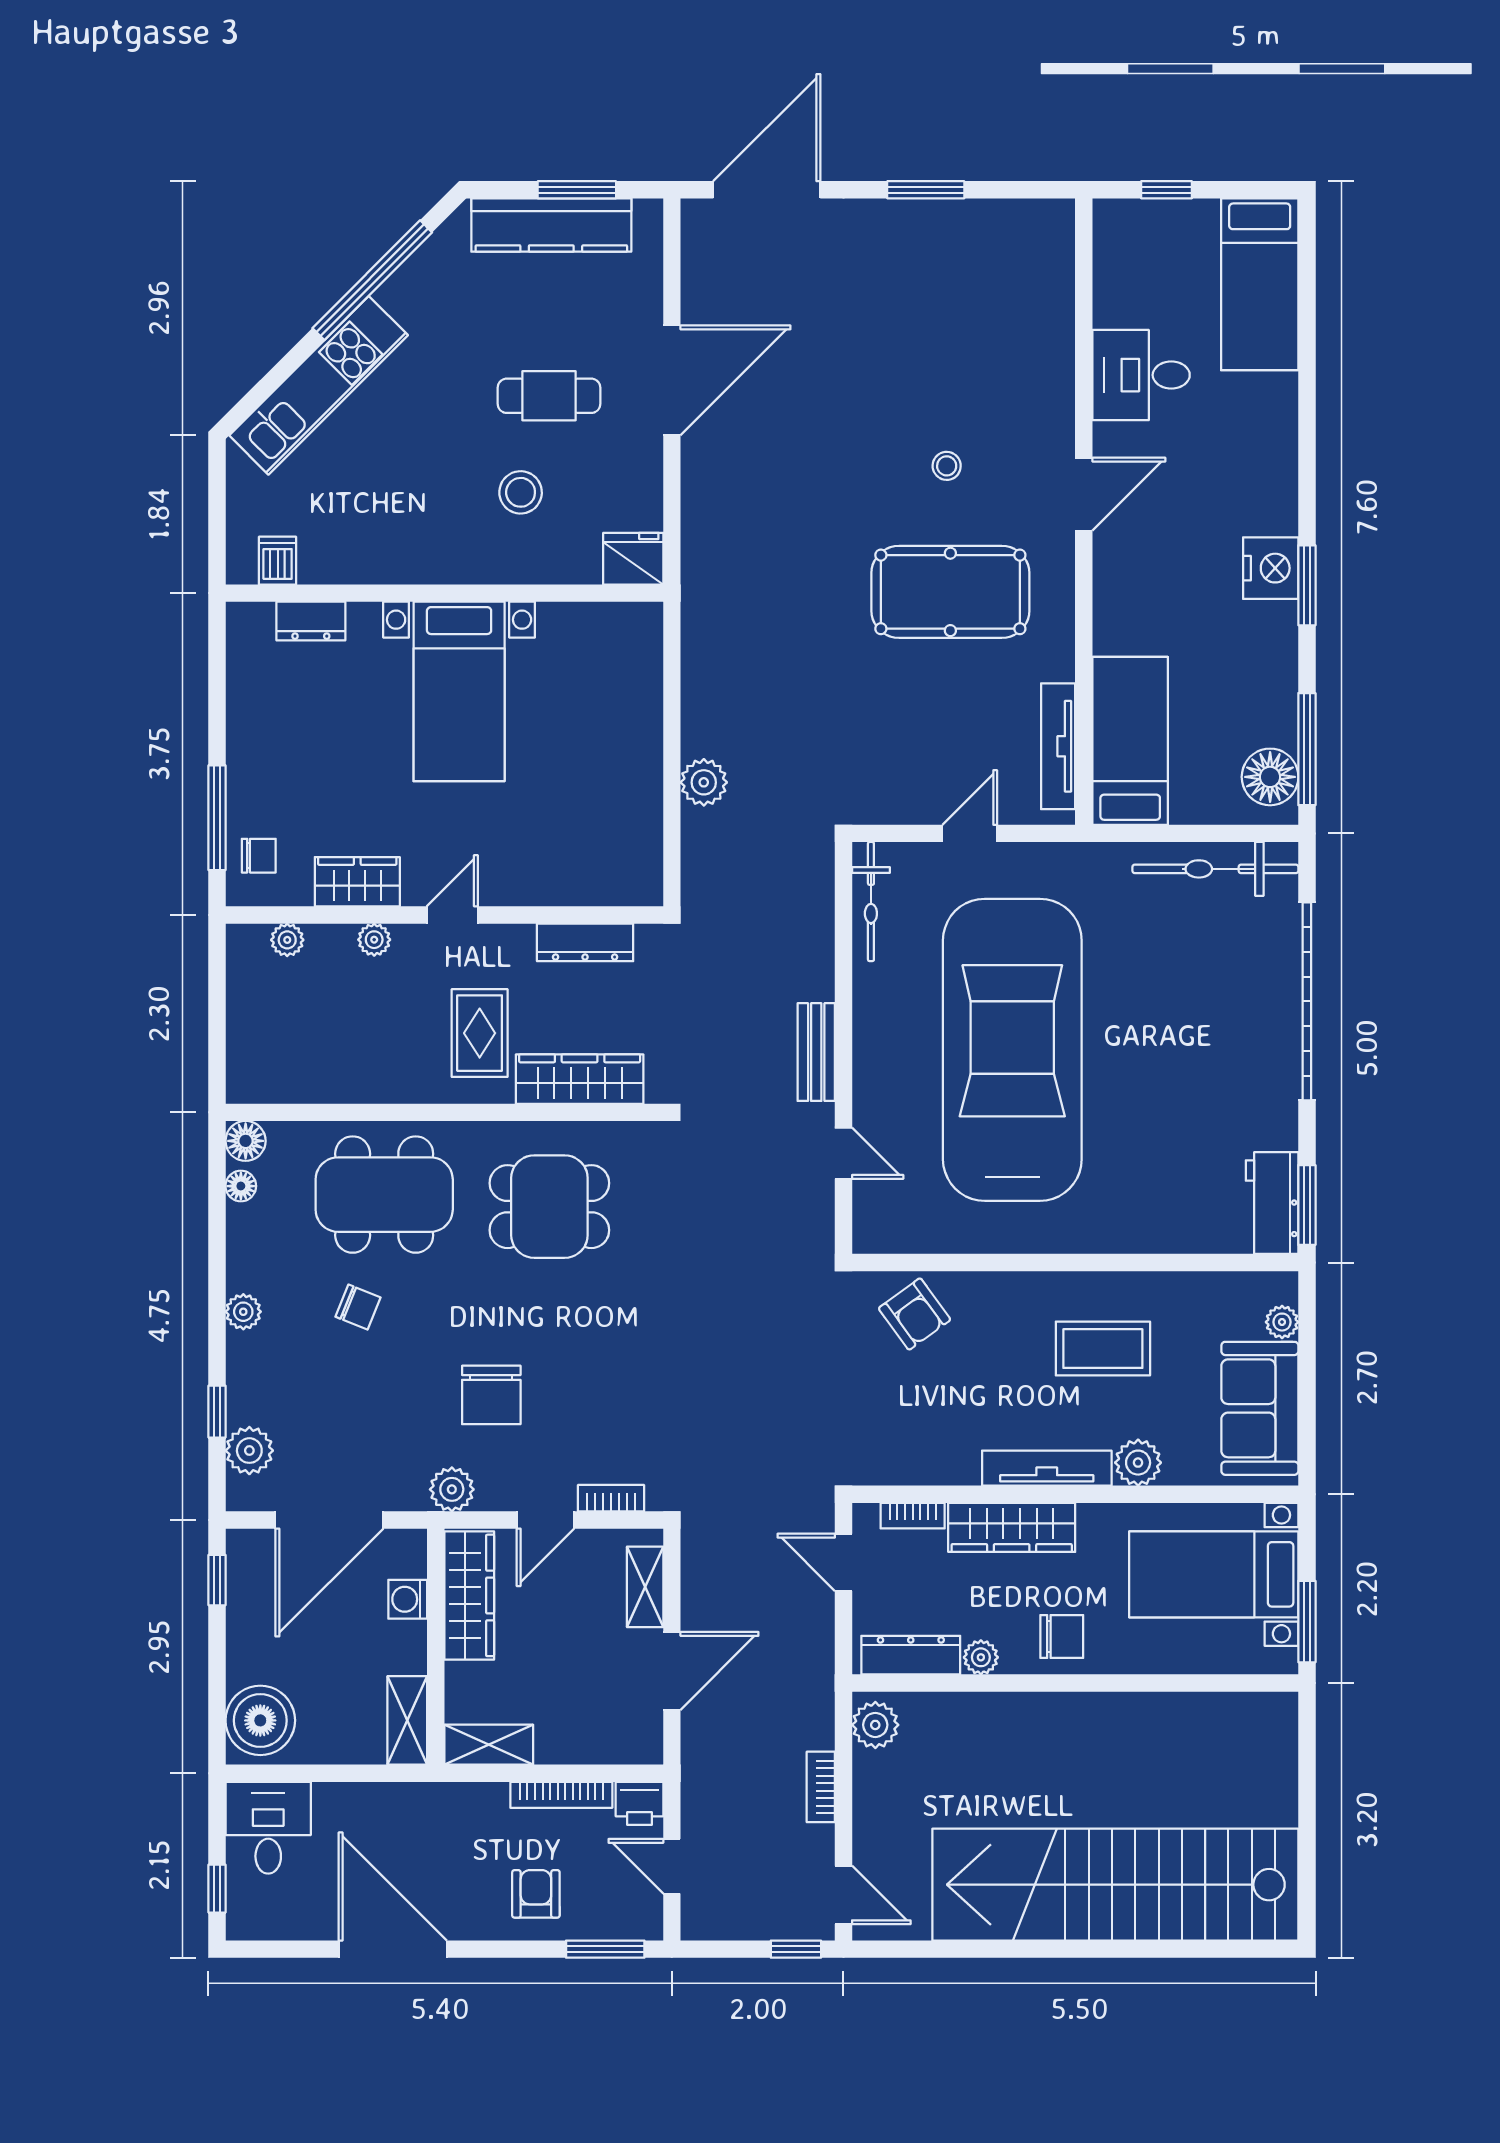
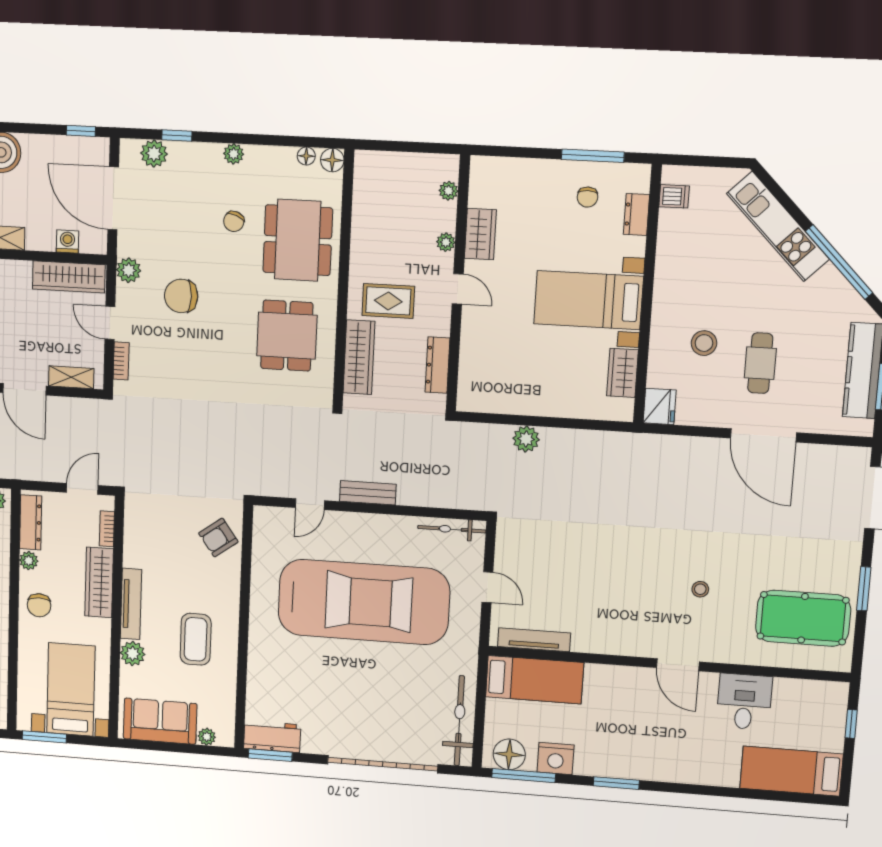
nightstand: (1271, 568) -> (556, 758), moved
pool table: (950, 592) -> (803, 618), moved, turned 90
wardrobe: (580, 626) -> (622, 373), added
window: (217, 818) -> (593, 156), moved
chair: (259, 856) -> (587, 197), moved

